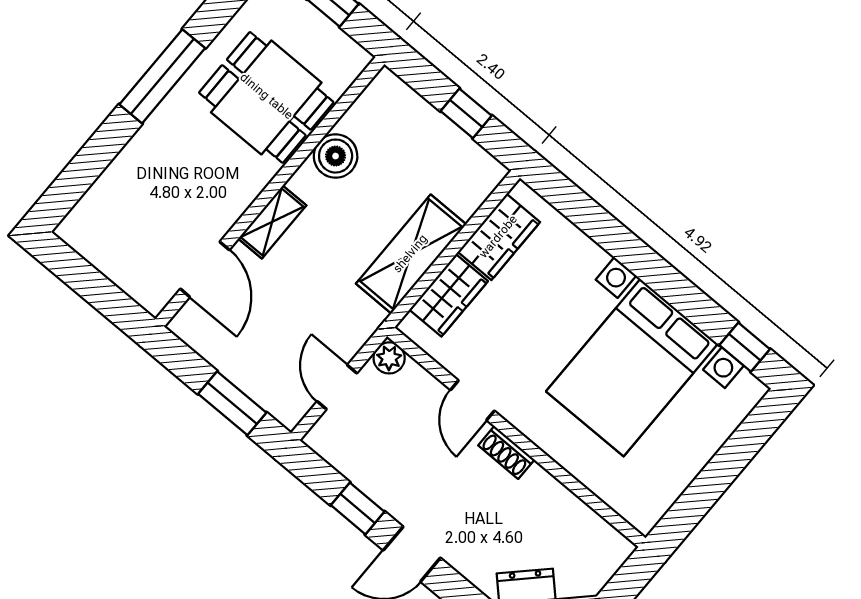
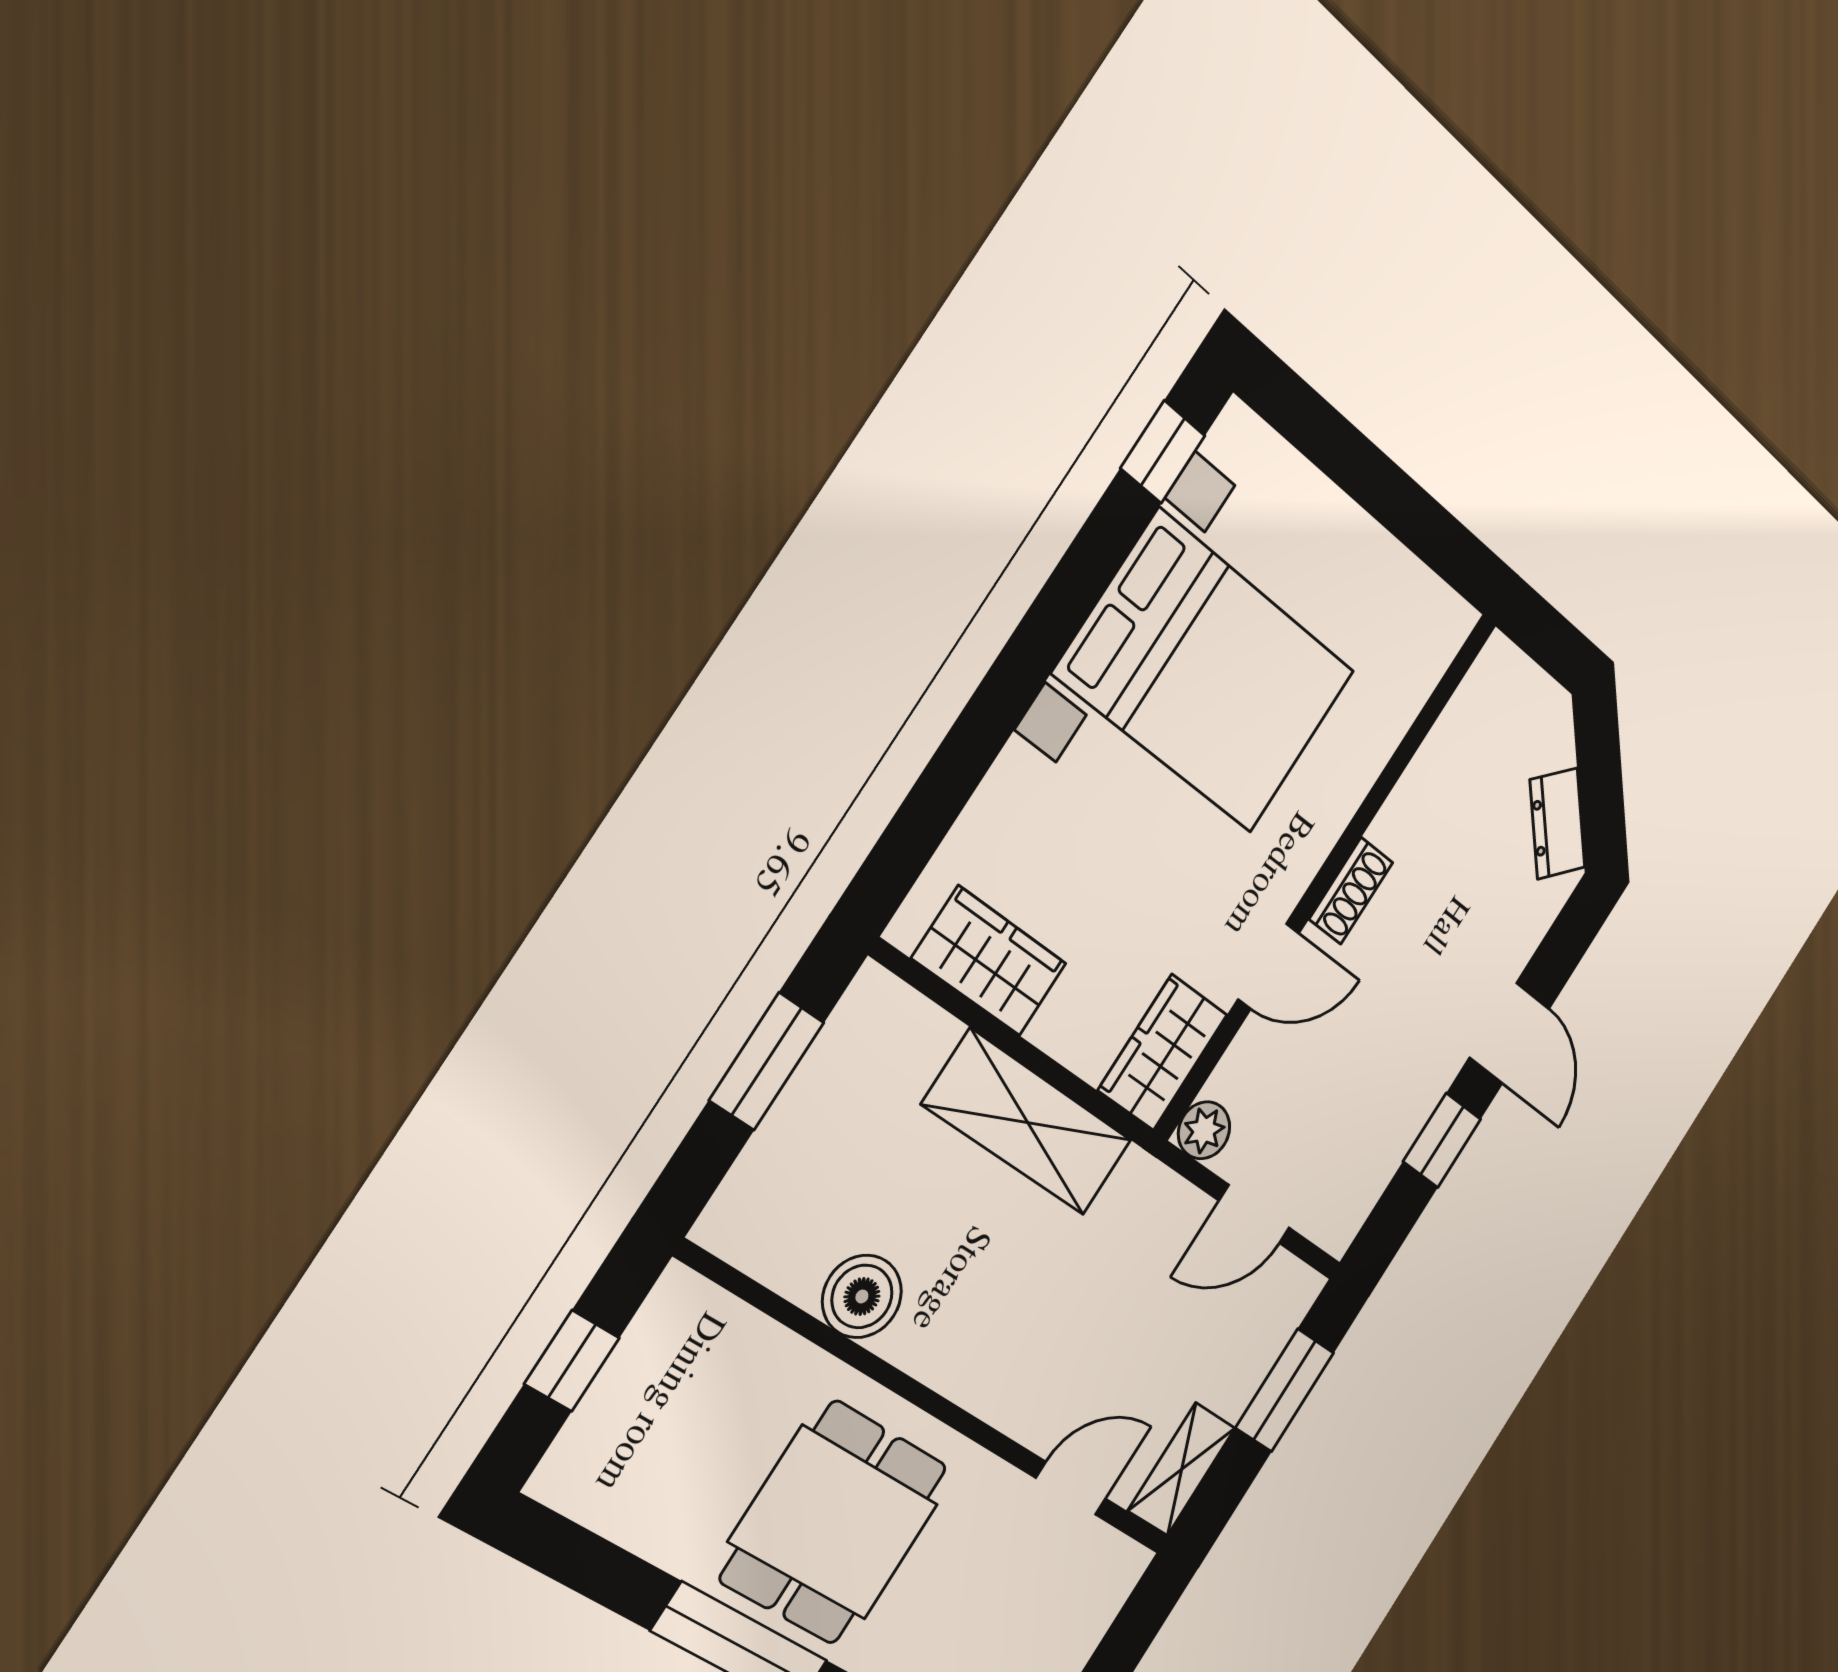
dining table: (266, 97) -> (834, 1523), moved
window: (466, 113) -> (767, 1061), width x1.50
shelving: (272, 222) -> (1182, 1469), moved, turned 90
door: (205, 269) -> (1071, 1488), width x0.73
wardrobe: (449, 295) -> (1163, 1052), moved, turned -90

